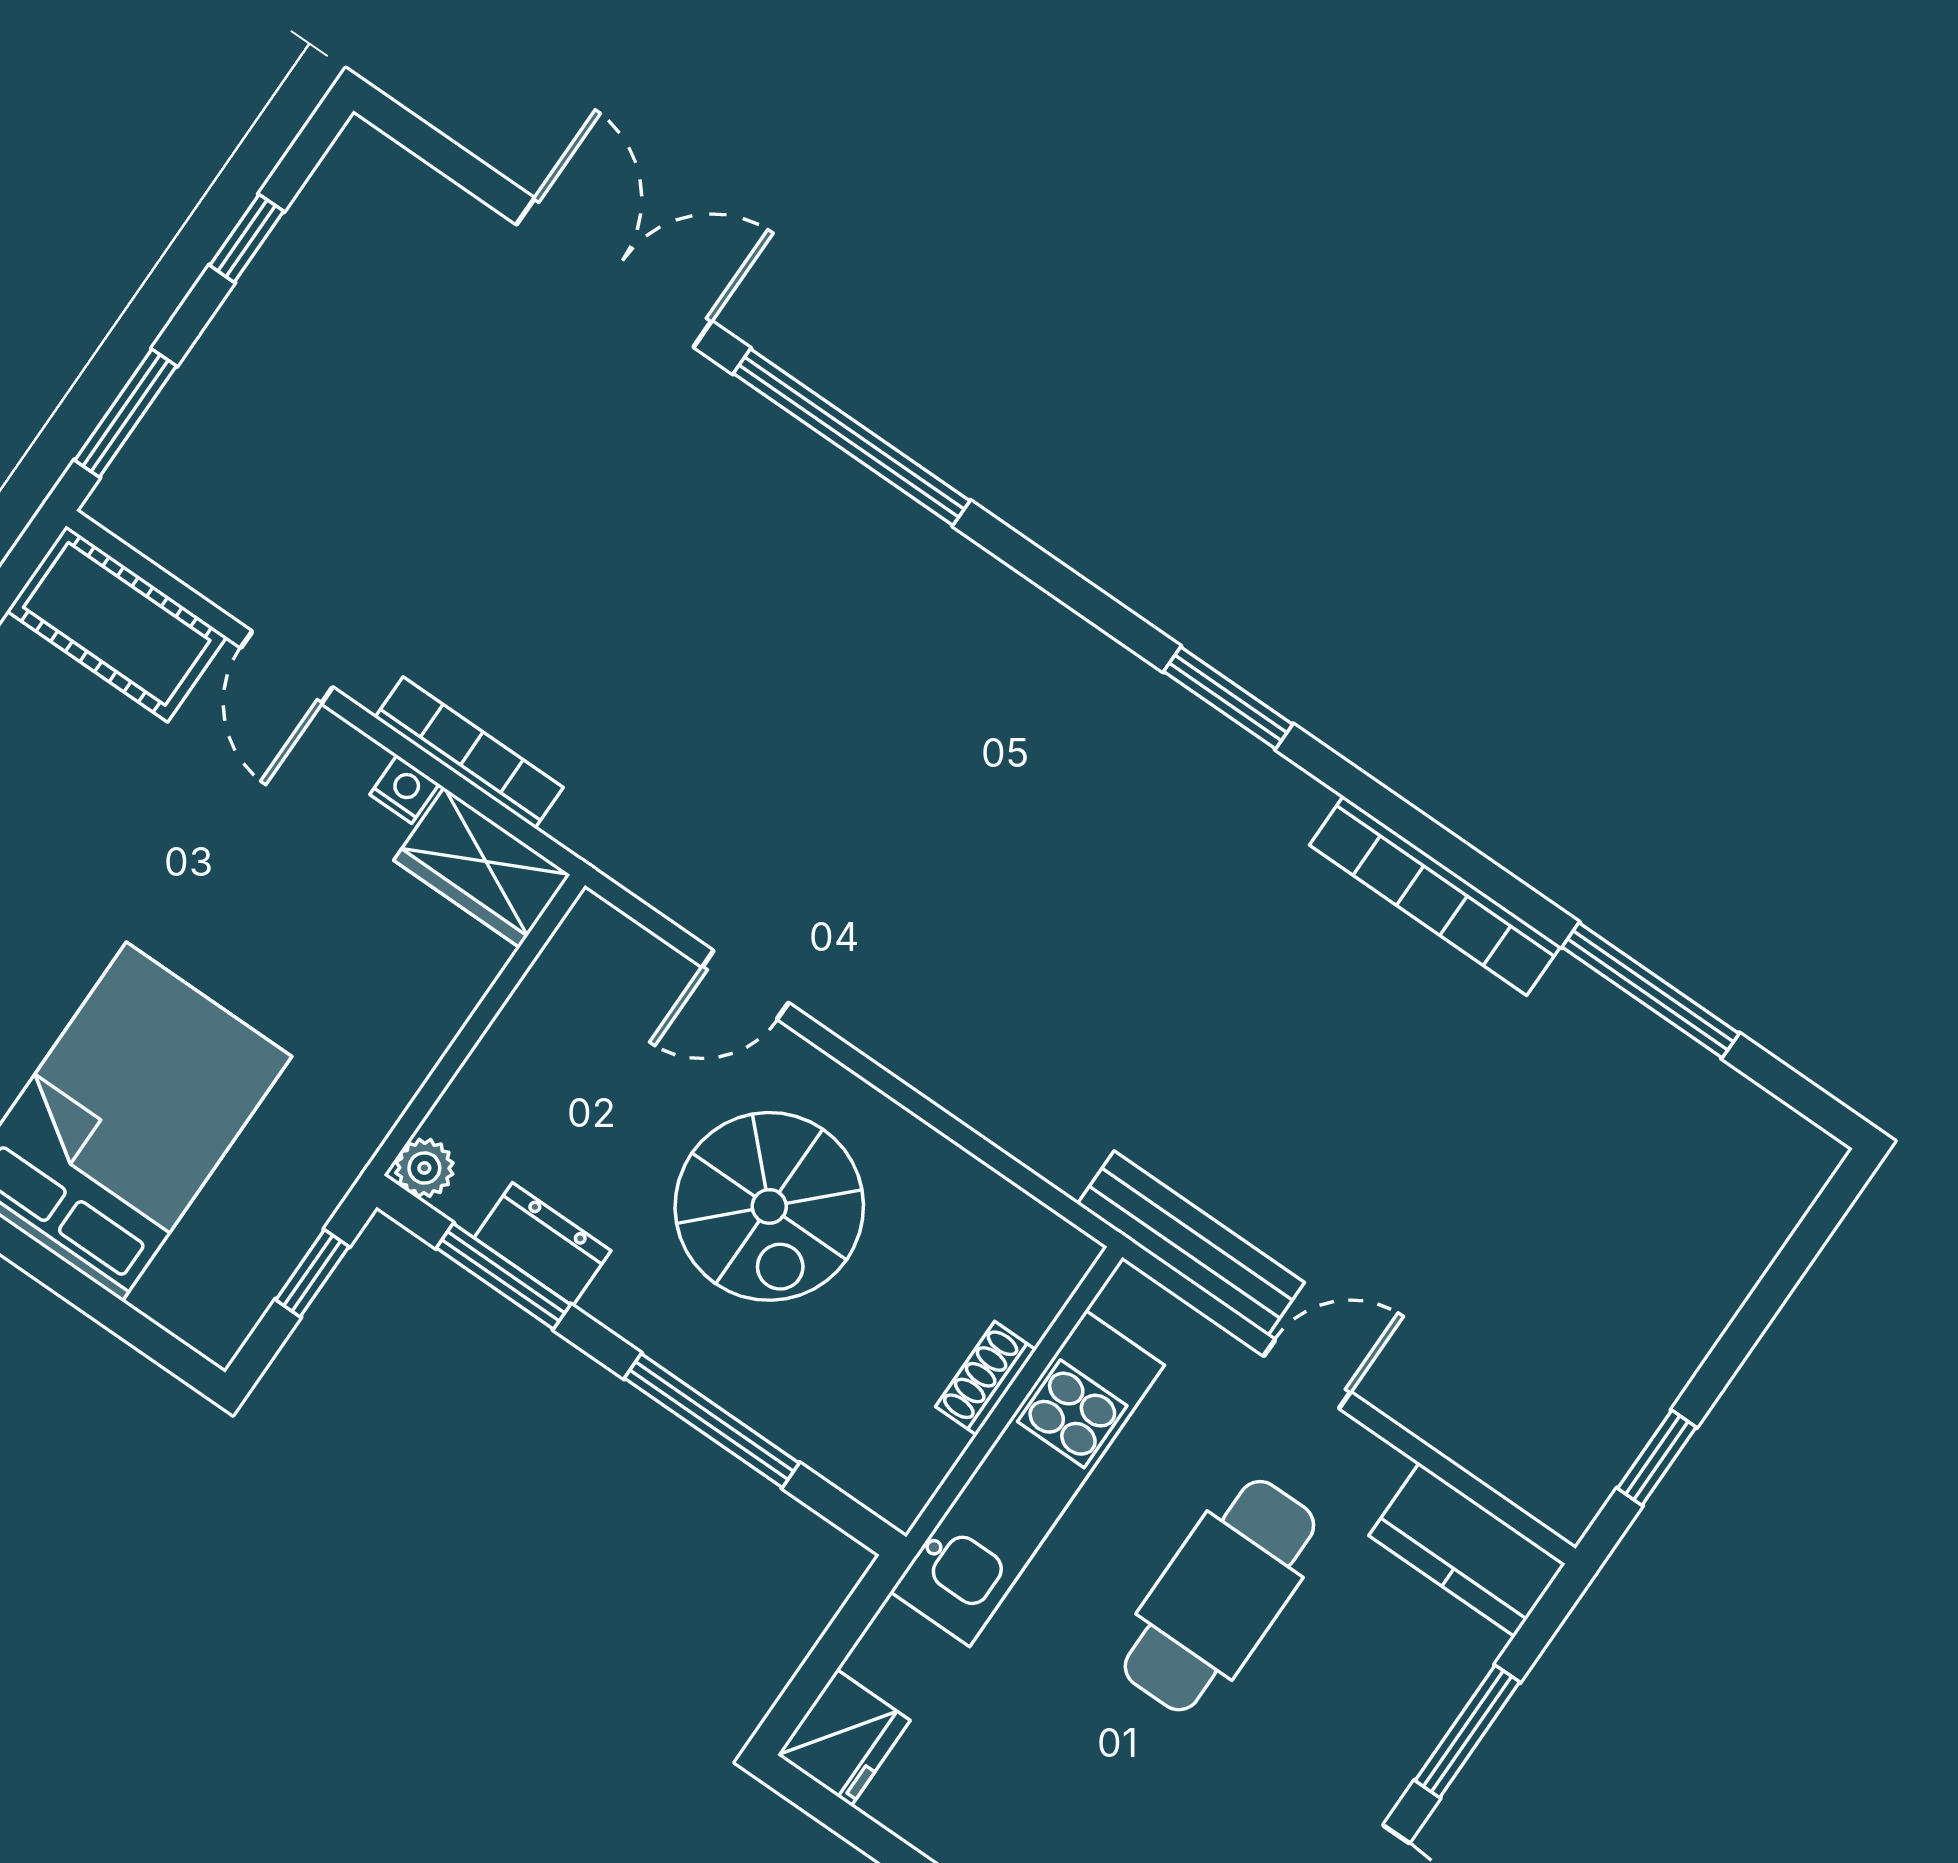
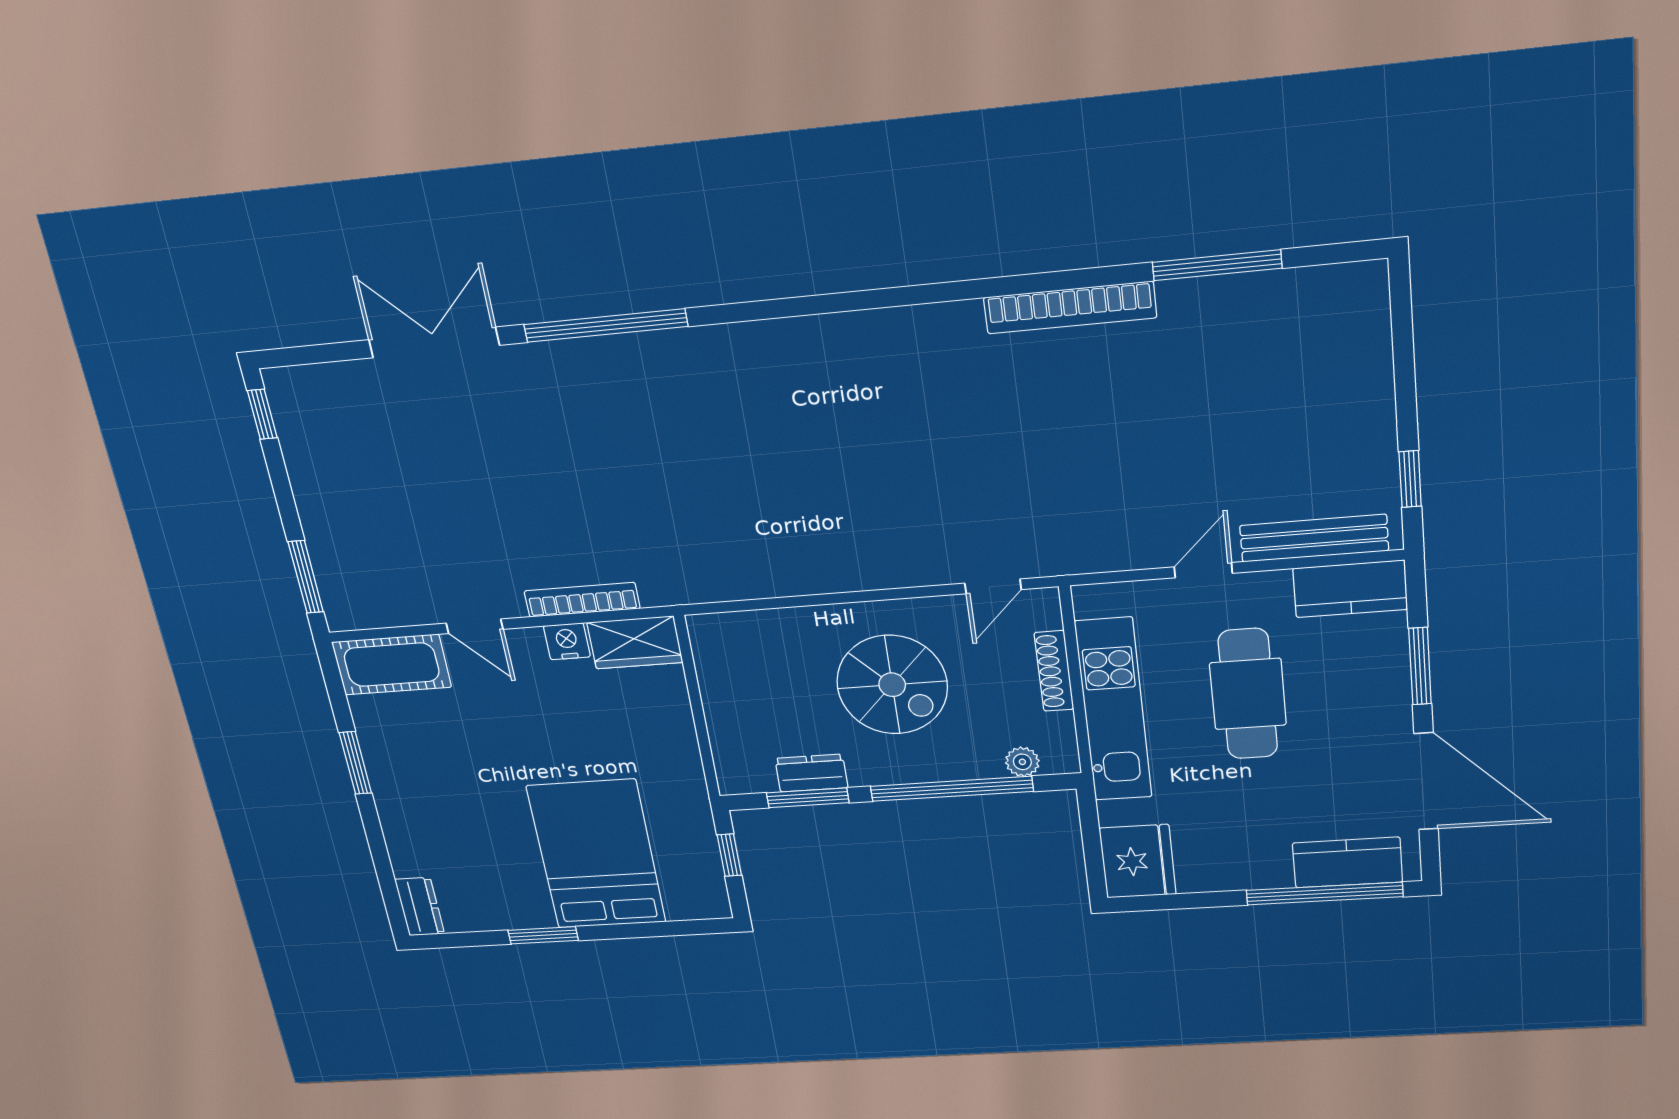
window: (247, 238) -> (262, 414), moved
window: (1228, 698) -> (887, 298), removed
nightstand: (404, 789) -> (567, 641), width x1.39, depth x1.35
door: (745, 985) -> (993, 586), moved
plant: (424, 1168) -> (1022, 762), moved
bench: (1191, 1243) -> (1314, 538), moved
shoe rack: (986, 1378) -> (1054, 671), width x1.43
window: (712, 1421) -> (952, 789), width x1.46
fridge: (844, 1738) -> (1138, 861), width x1.36, depth x1.34

